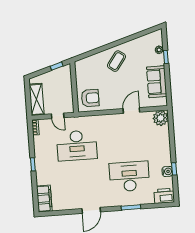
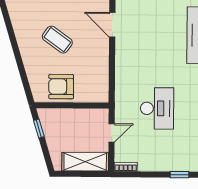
coffee table: (117, 61) -> (57, 40), moved
armchair: (90, 98) -> (61, 87), moved, turned -90
desk: (77, 145) -> (157, 108), width x0.73, depth x0.77

